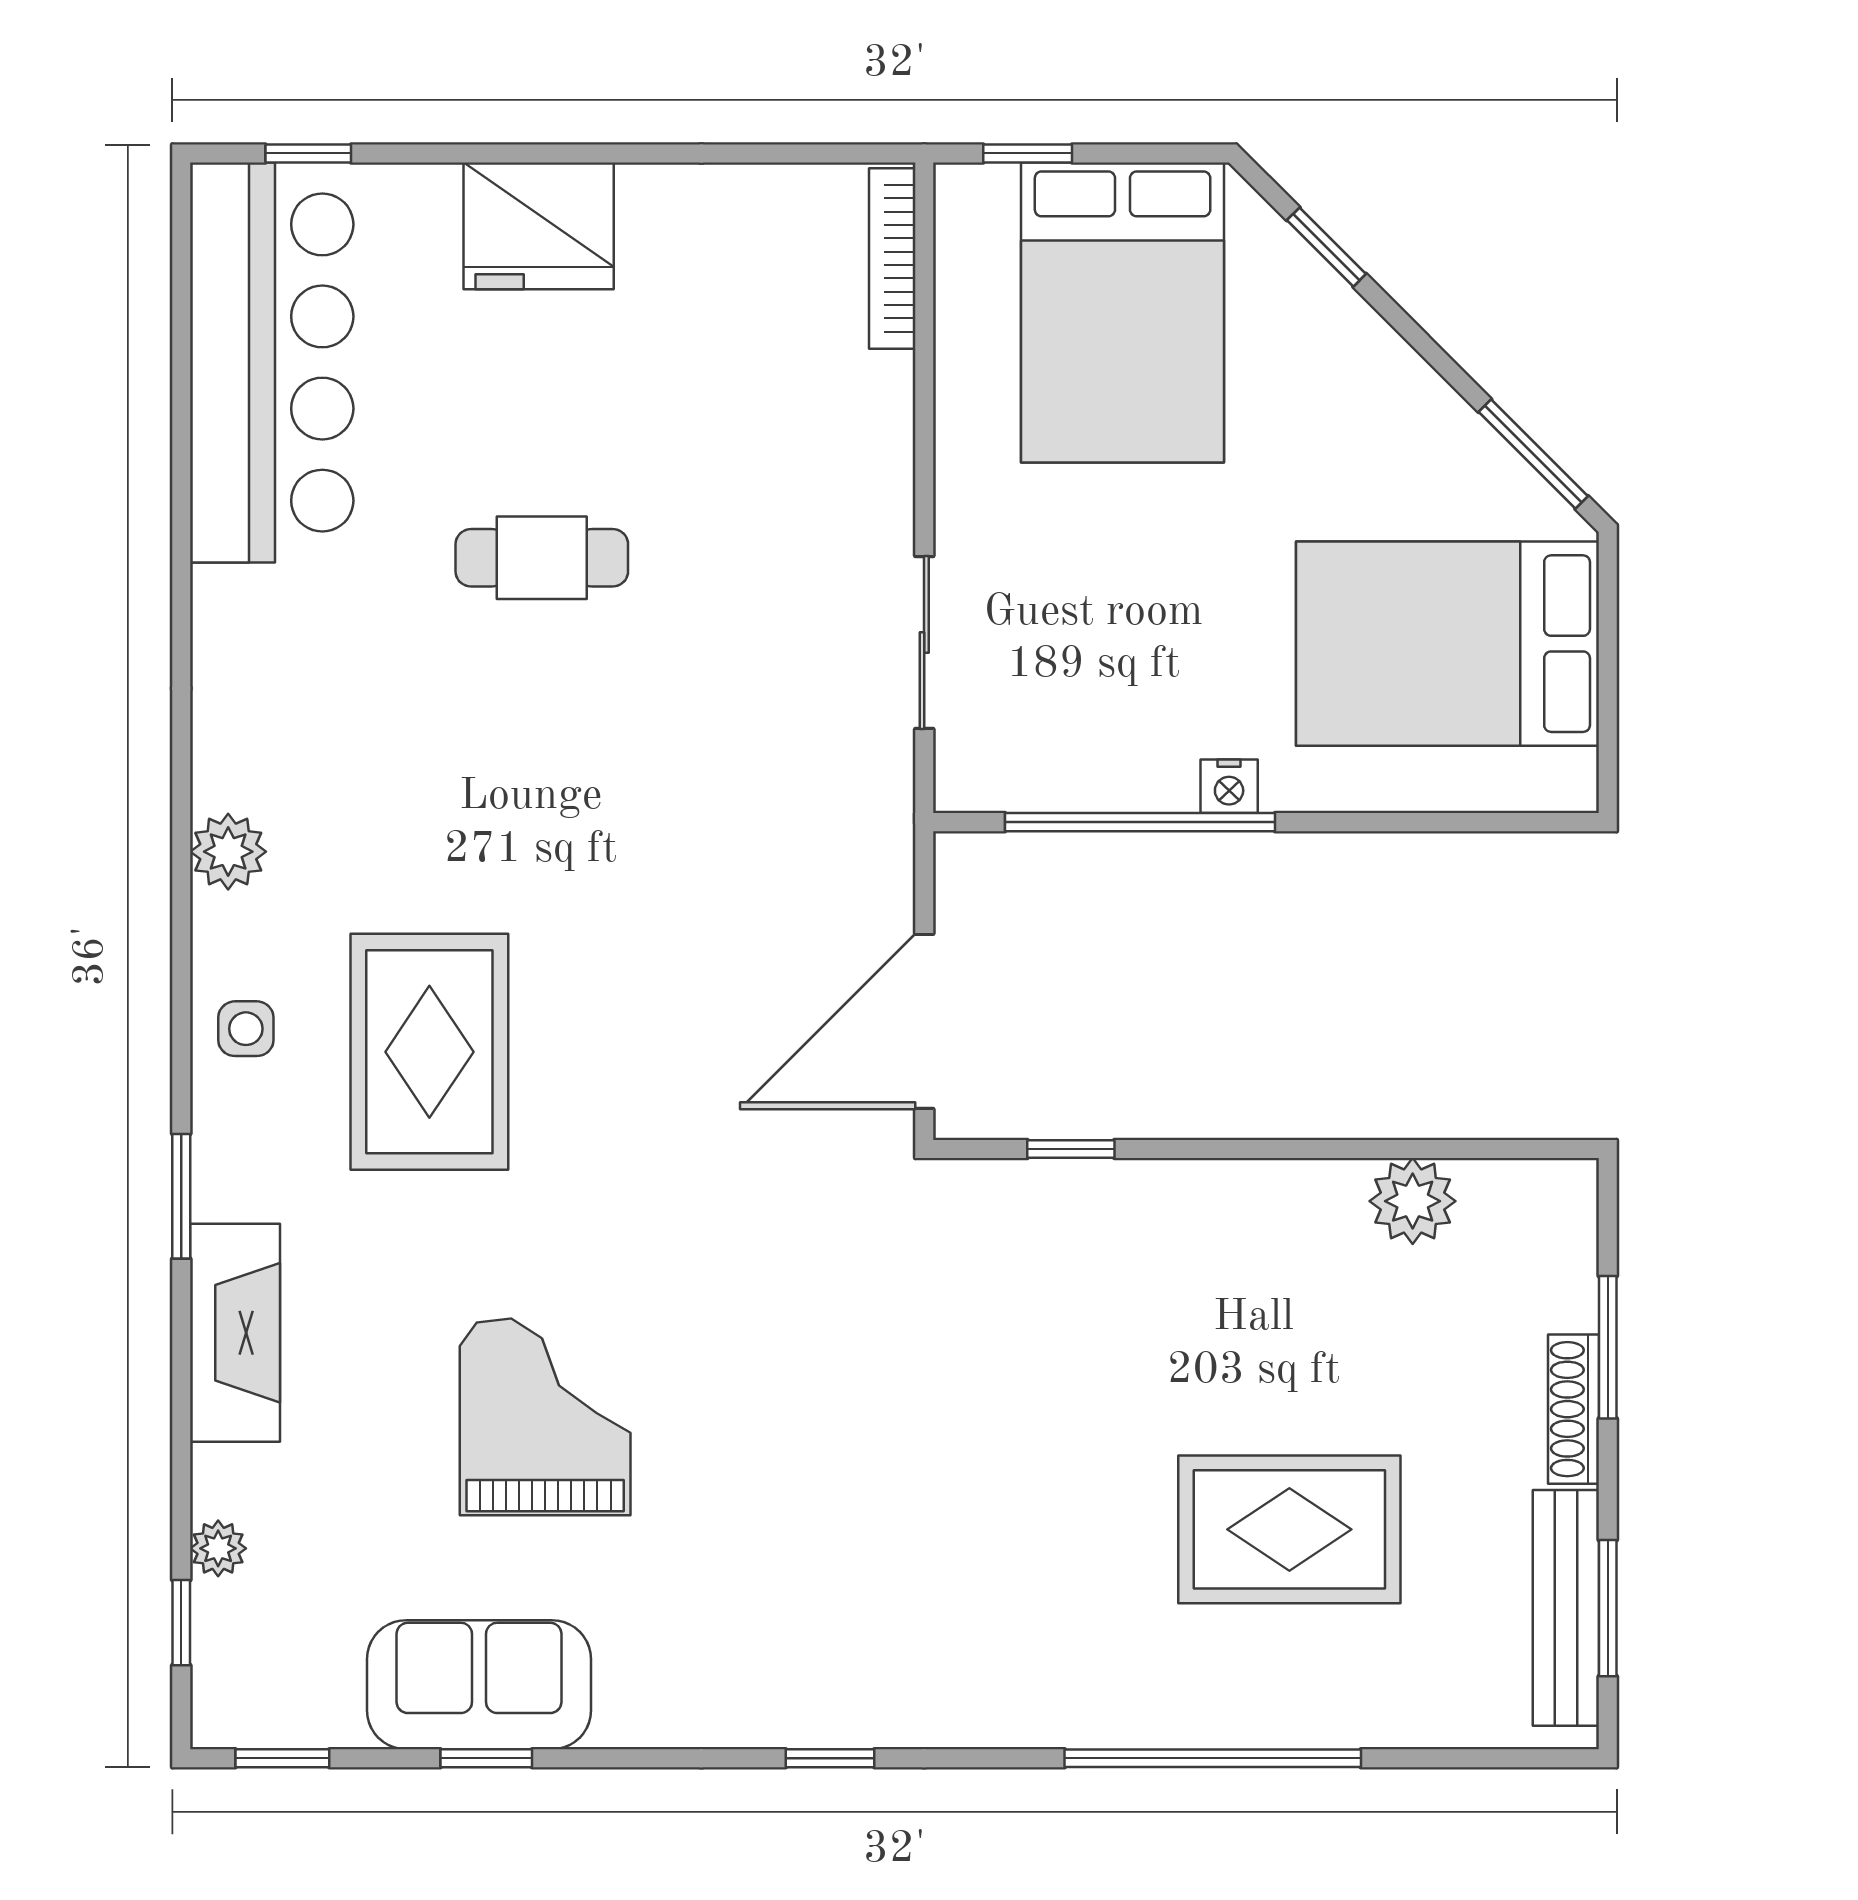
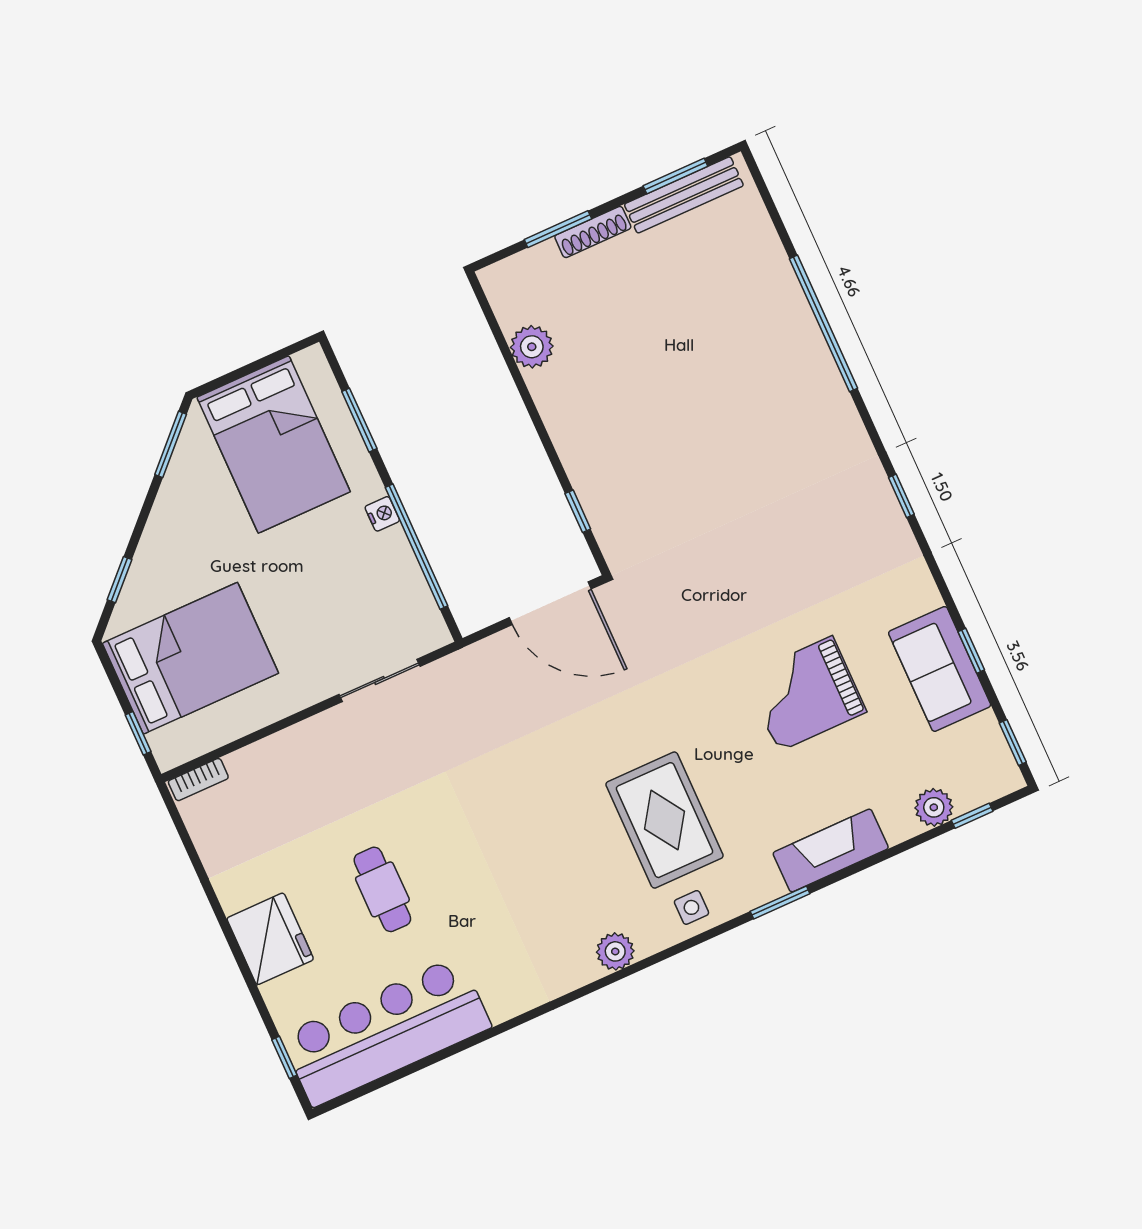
bookcase: (892, 258) -> (198, 780), width x0.64
cafe table: (542, 558) -> (382, 889), moved
window: (1421, 822) -> (359, 420), added
rug: (429, 1052) -> (664, 820), turned 90
rug: (1289, 1529) -> (705, 335), removed
plant: (218, 1548) -> (934, 807), width x1.38, depth x1.38

